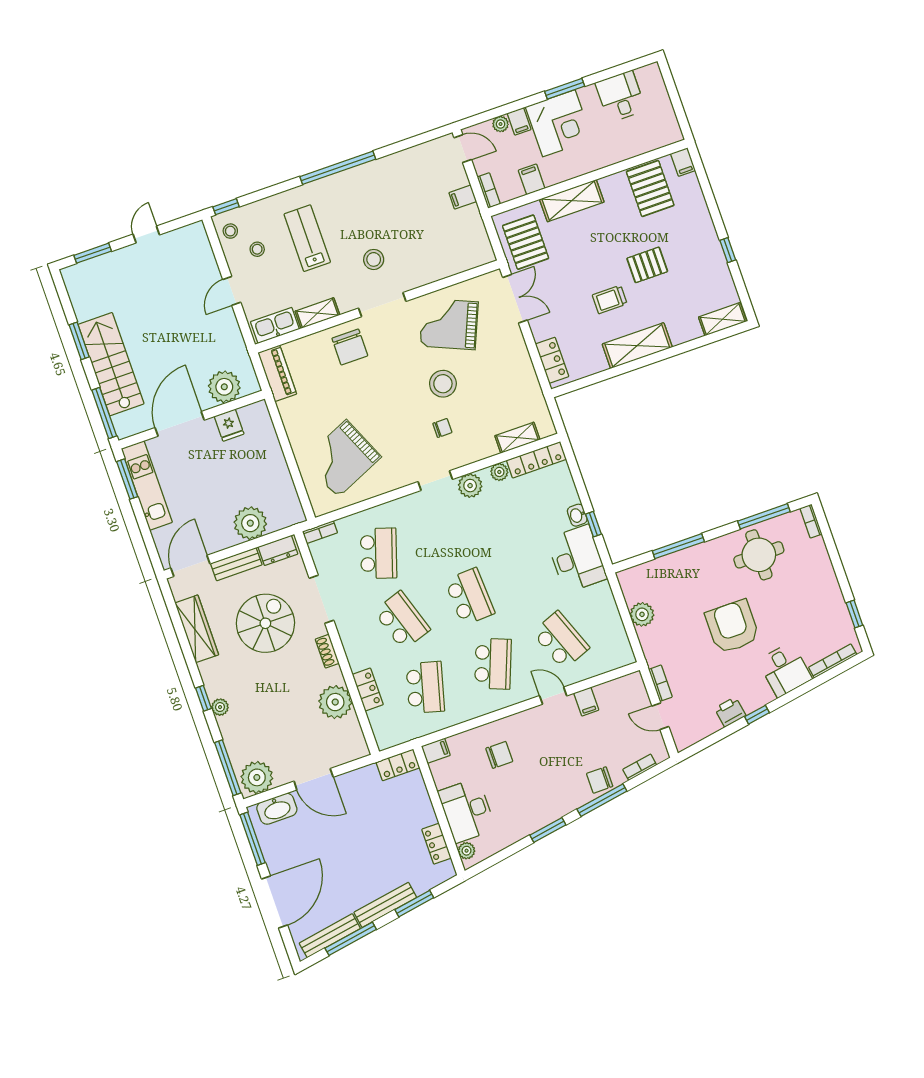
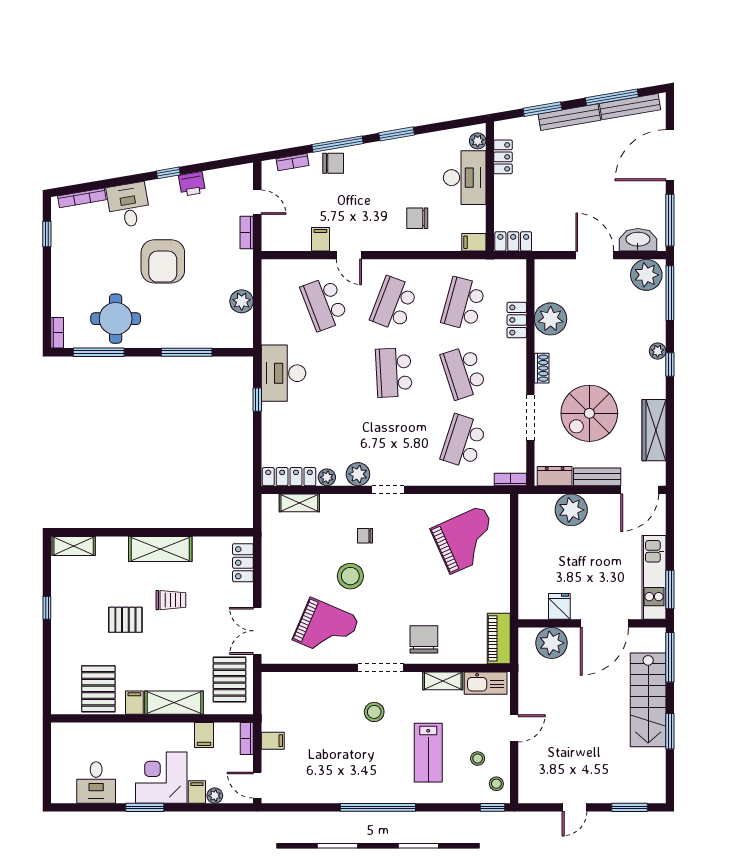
filing cabinet: (683, 162) -> (134, 703), moved
washbasin: (577, 515) -> (269, 413), removed

